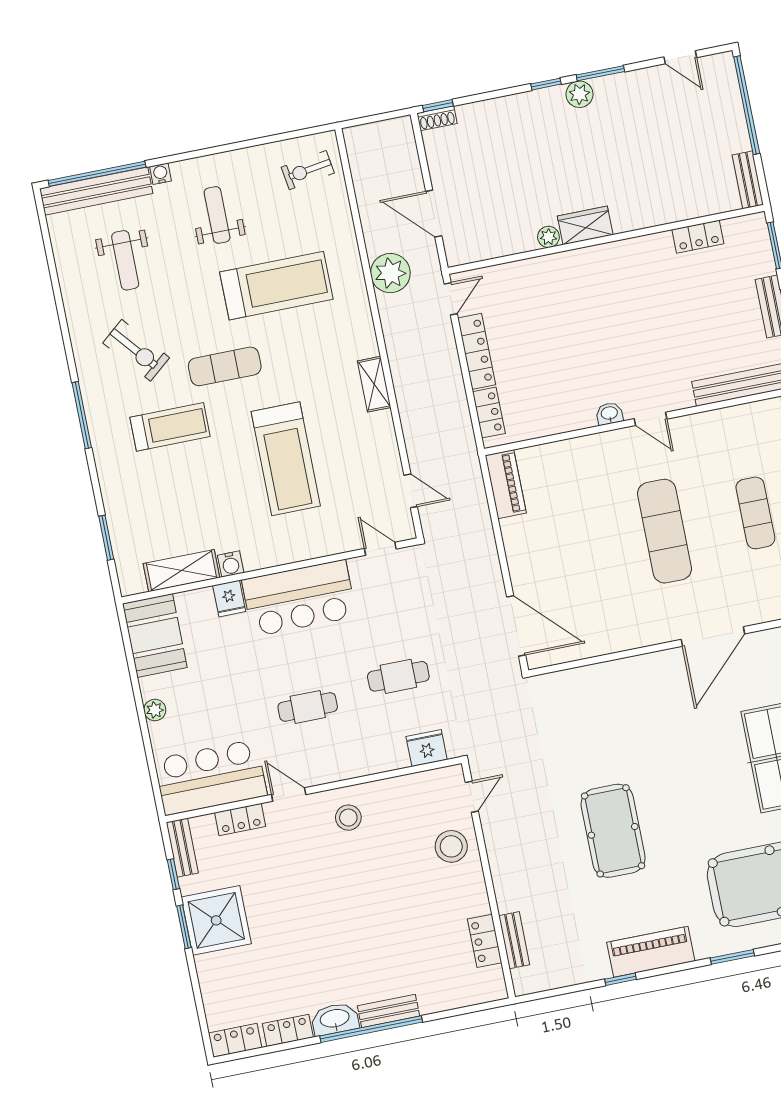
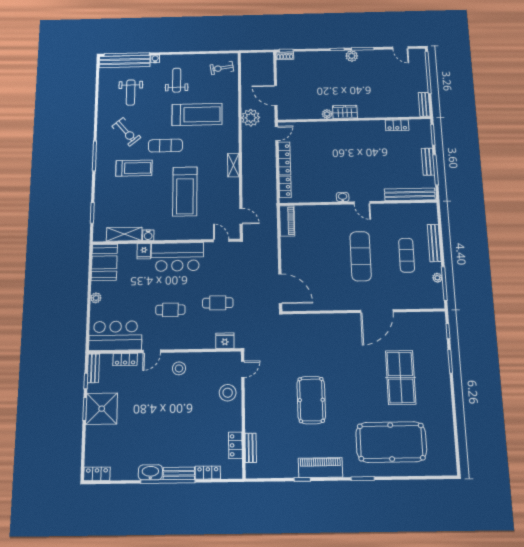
door: (289, 795) -> (152, 351), swing flipped
locker: (288, 1030) -> (208, 473), moved

